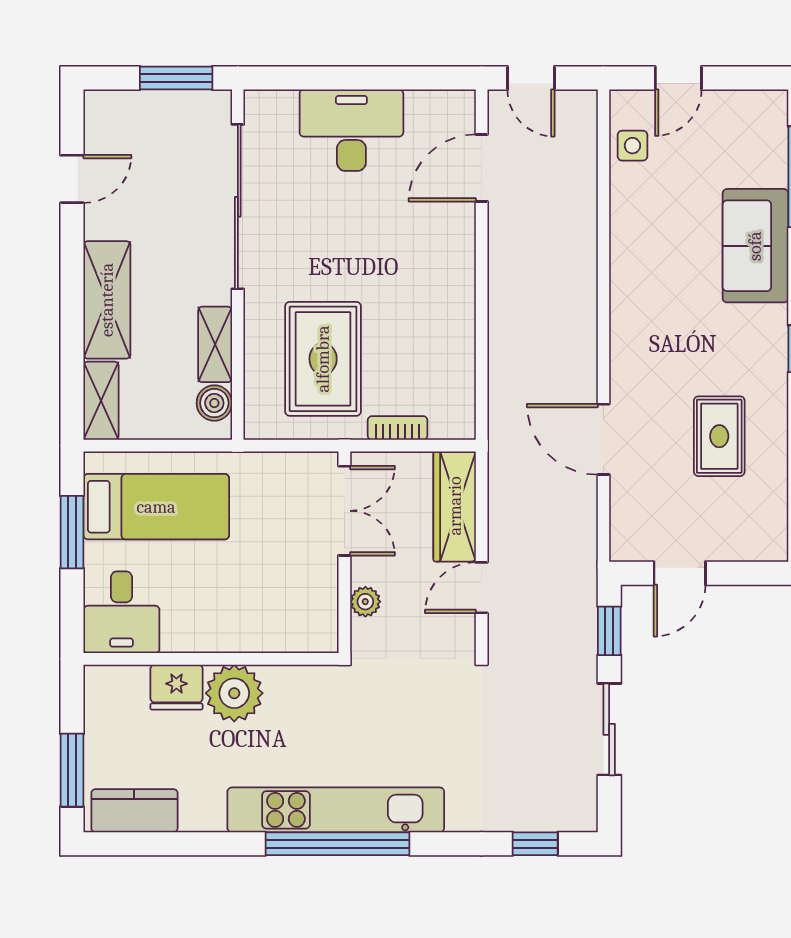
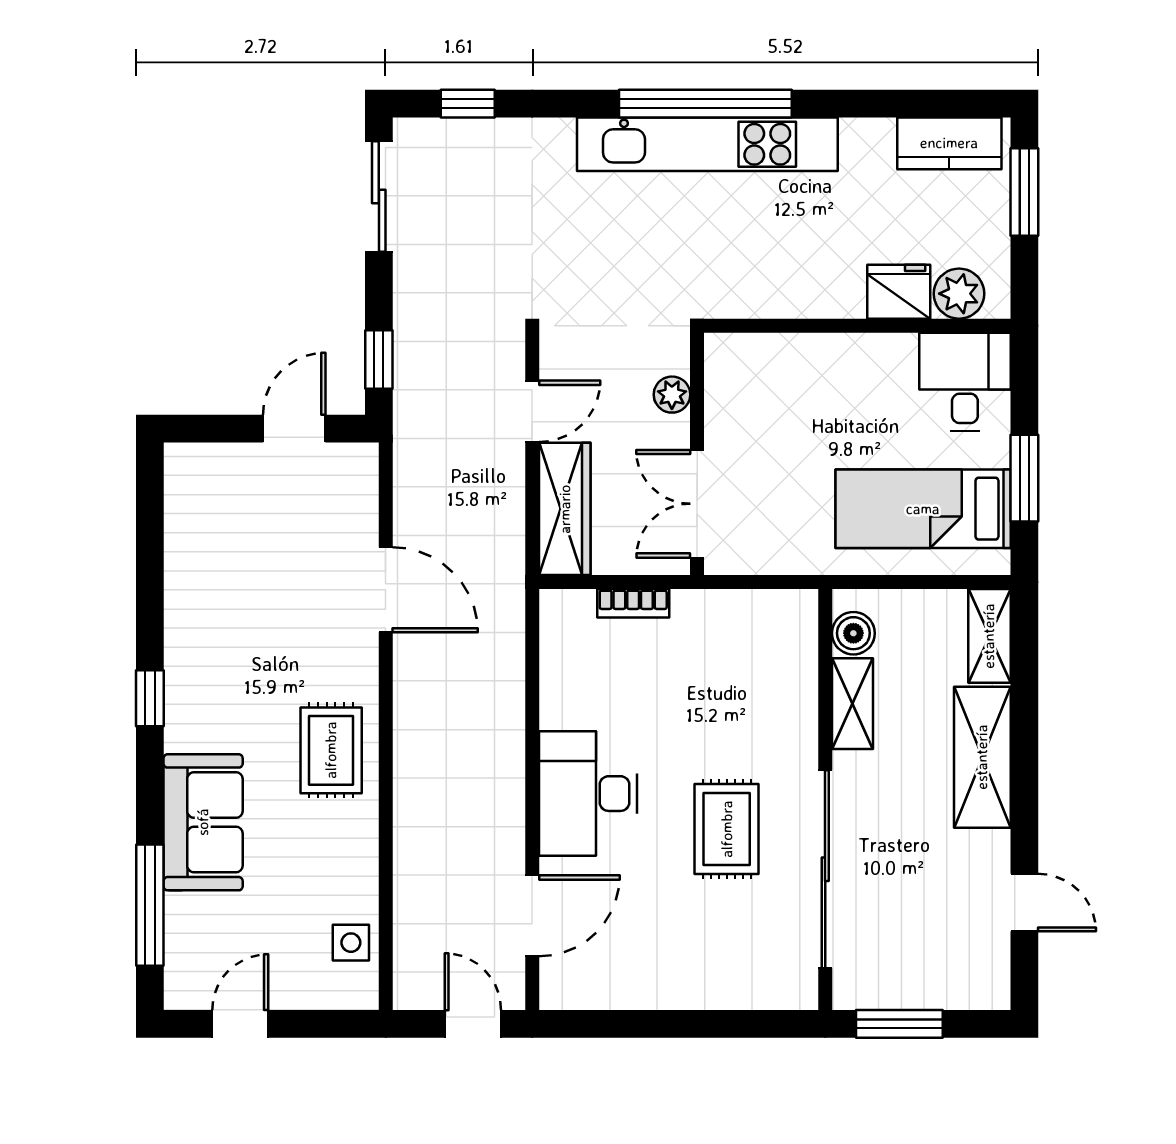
door: (678, 78) -> (240, 1024), moved
desk: (351, 130) -> (588, 794), moved, turned 90
door: (72, 179) -> (1024, 903), swing flipped
rug: (323, 359) -> (727, 829), moved, width x0.73, depth x0.70
rug: (719, 436) -> (331, 750), moved
plant: (234, 693) -> (959, 294), moved, width x0.73, depth x0.73
sliding door: (609, 729) -> (379, 197), moved

